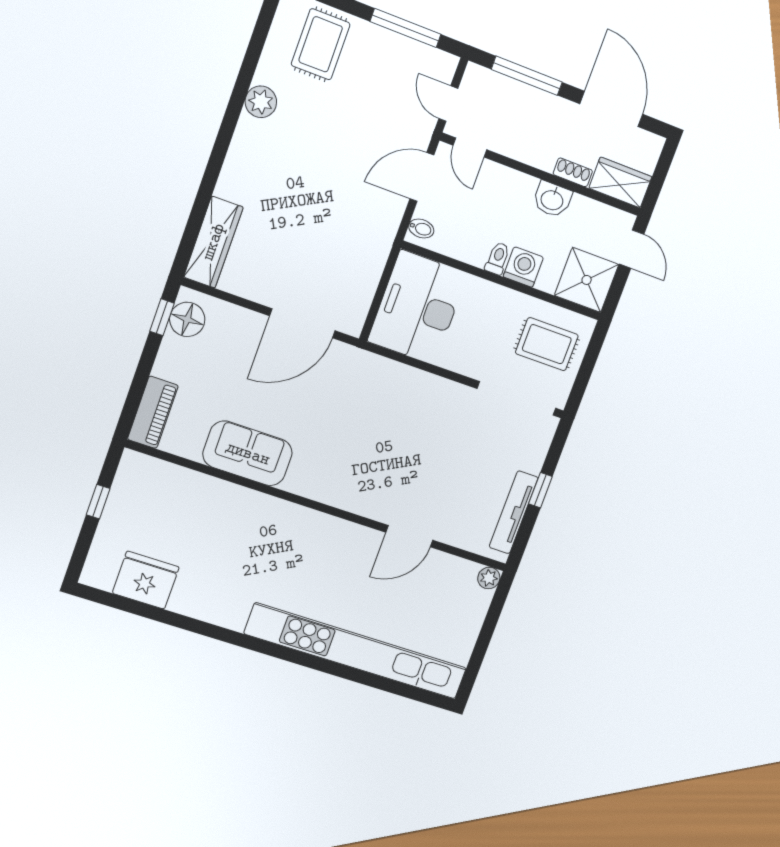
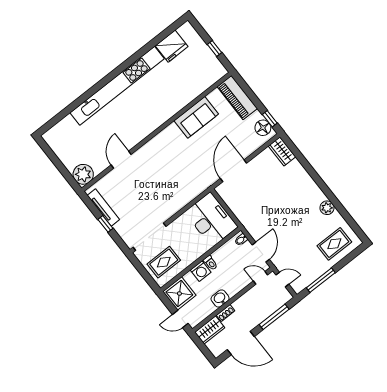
rug: (321, 44) -> (334, 244), turned 90
wardrobe: (213, 242) -> (282, 151), width x0.67
piano: (153, 412) -> (237, 98), width x1.37, depth x1.33
plant: (489, 578) -> (83, 174), width x1.87, depth x1.87
kitchen unit: (356, 651) -> (117, 86), moved

